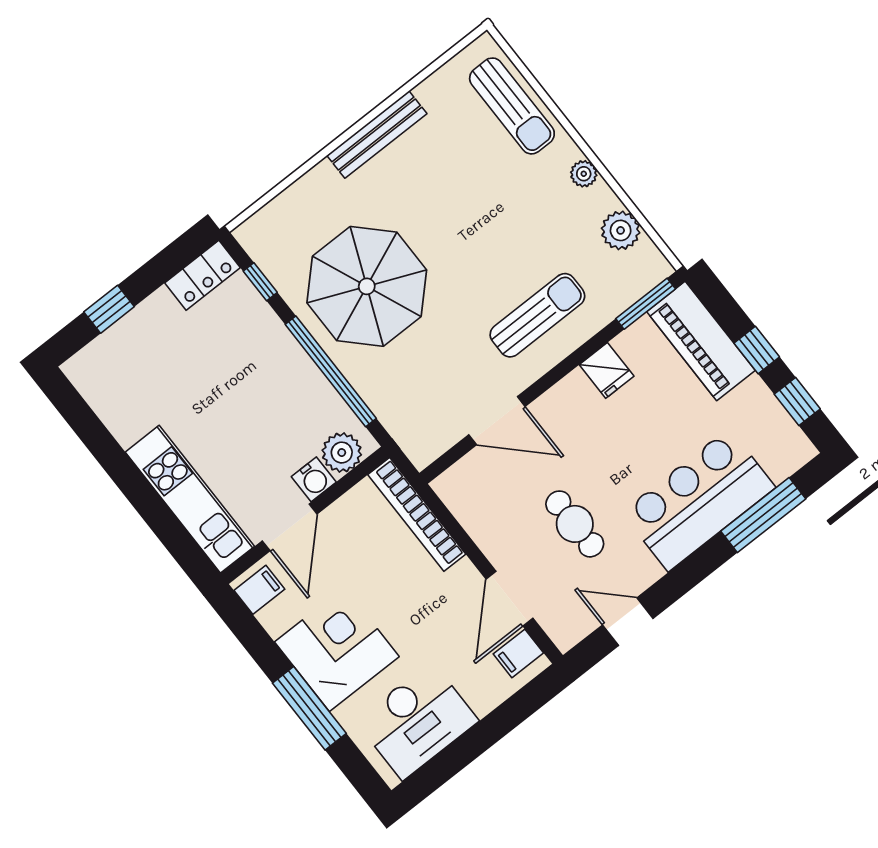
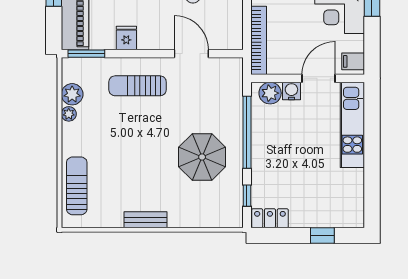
bench: (377, 134) -> (146, 220), width x0.73
plant: (584, 174) -> (69, 114), moved
parasol: (367, 286) -> (202, 157), width x0.73, depth x0.73

